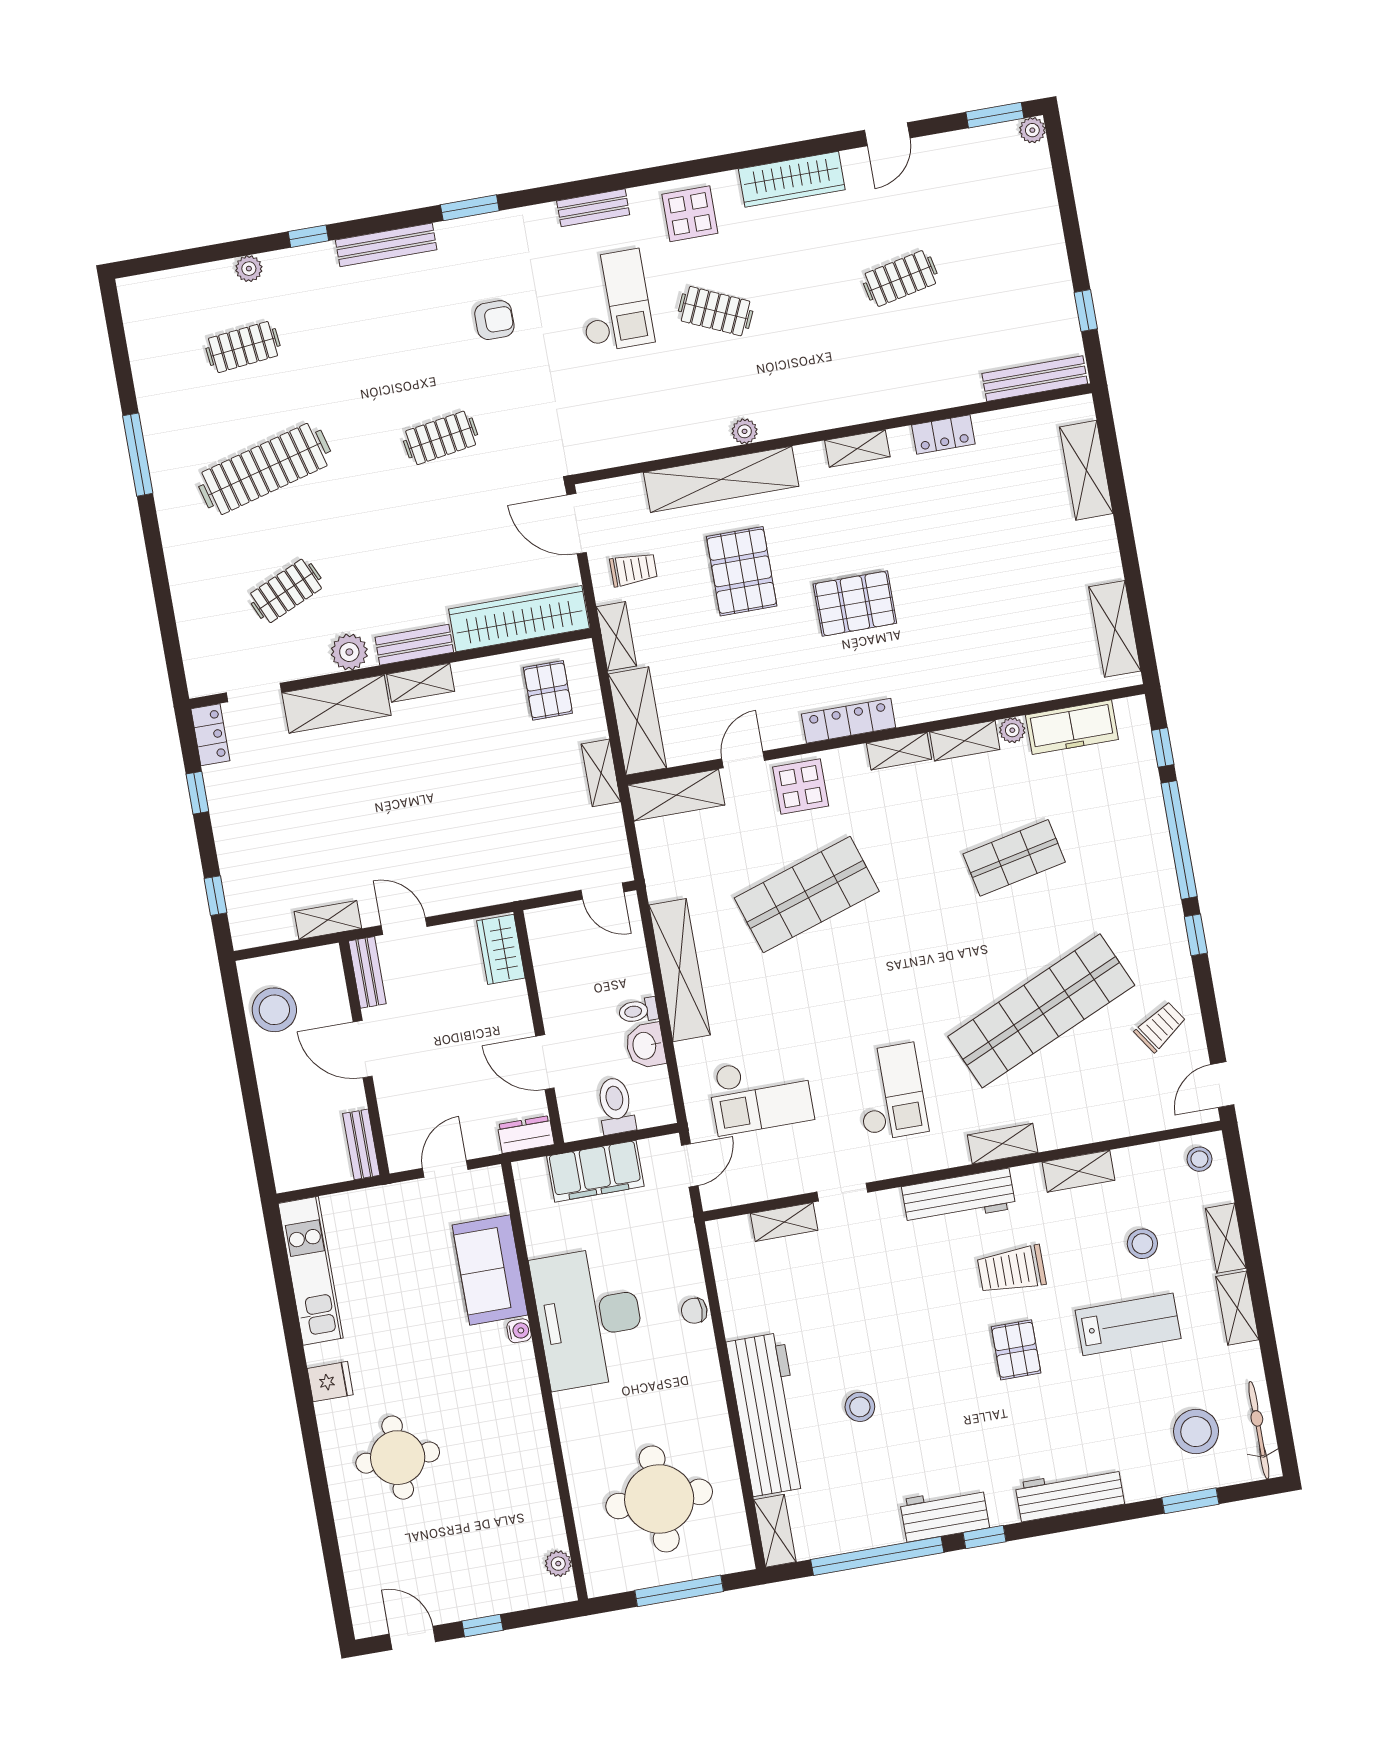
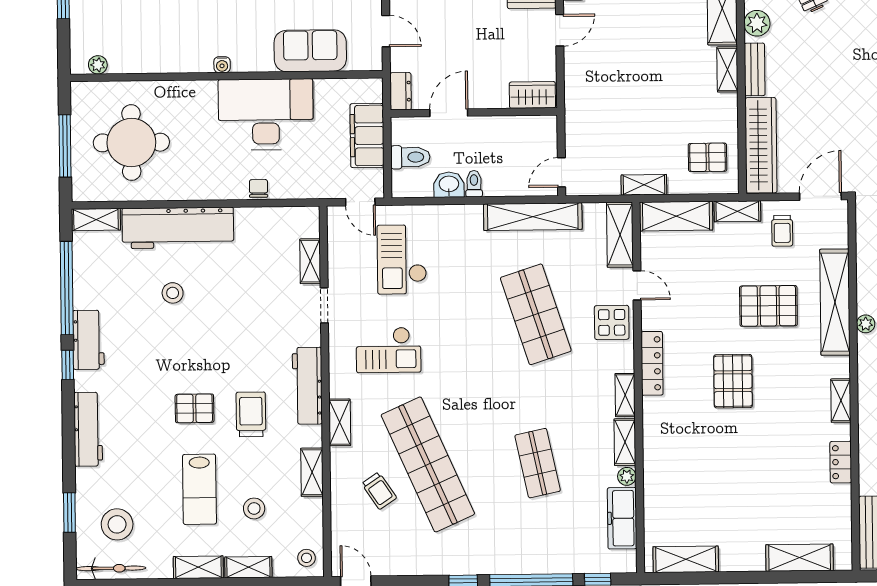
shelving: (680, 970) -> (533, 217), moved
trolley: (1160, 1027) -> (379, 491), moved
water cooler: (519, 1331) -> (222, 65), moved

